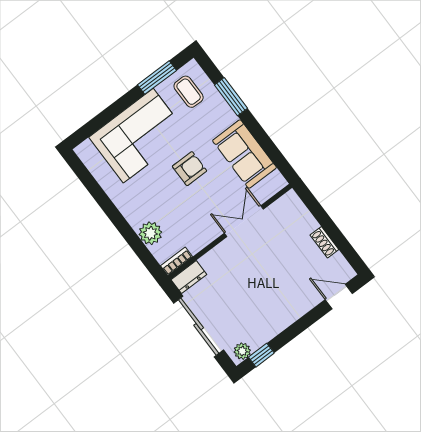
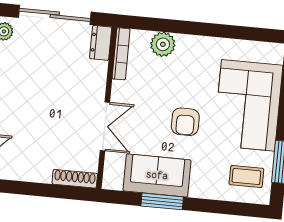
window: (231, 97) -> (162, 201), moved
shoe rack: (324, 242) -> (75, 179), moved, width x1.43
bookcase: (176, 261) -> (121, 54), width x1.56

